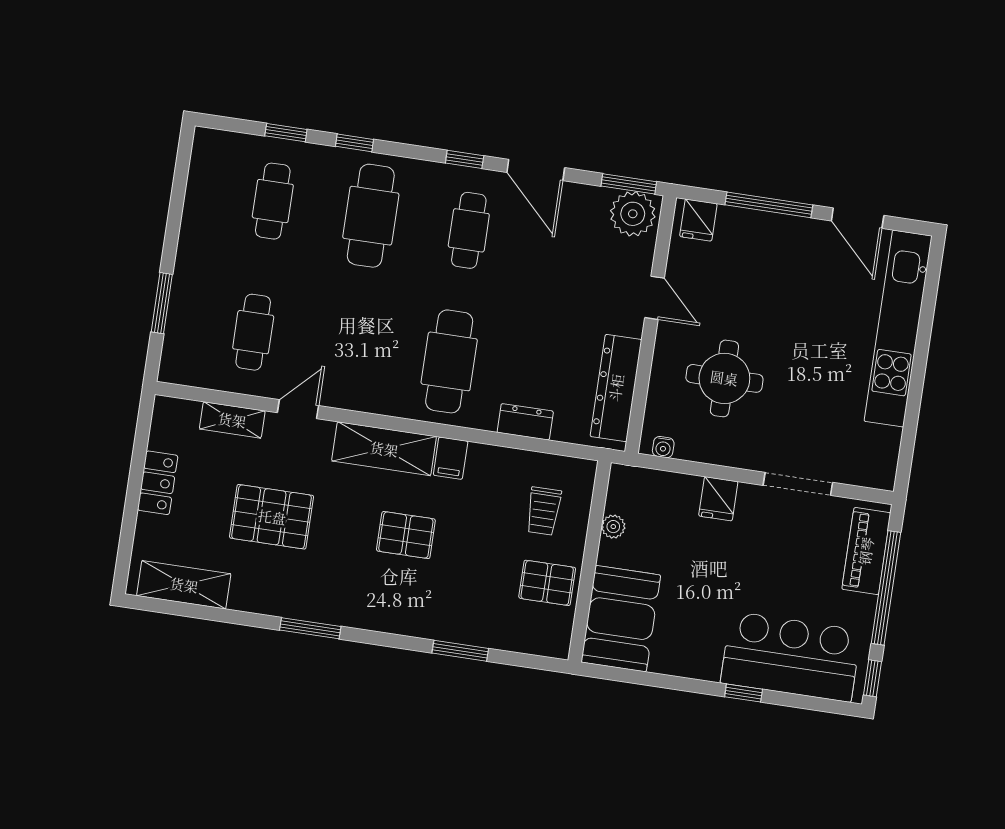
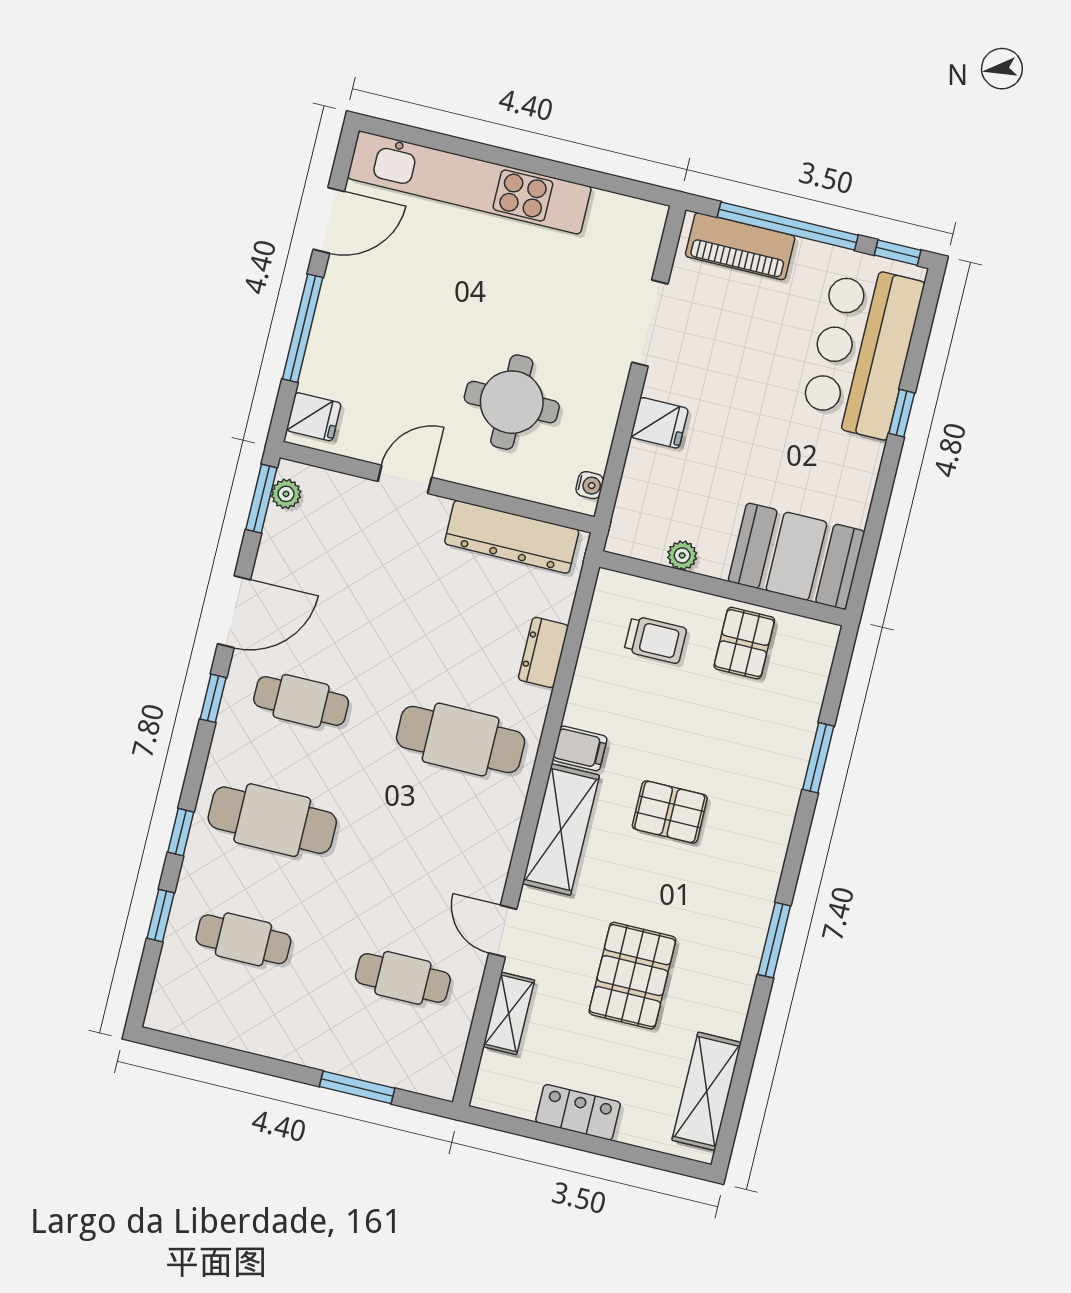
plant: (633, 214) -> (286, 494), width x0.53, depth x0.53
pallet: (406, 535) -> (670, 812), turned 90

